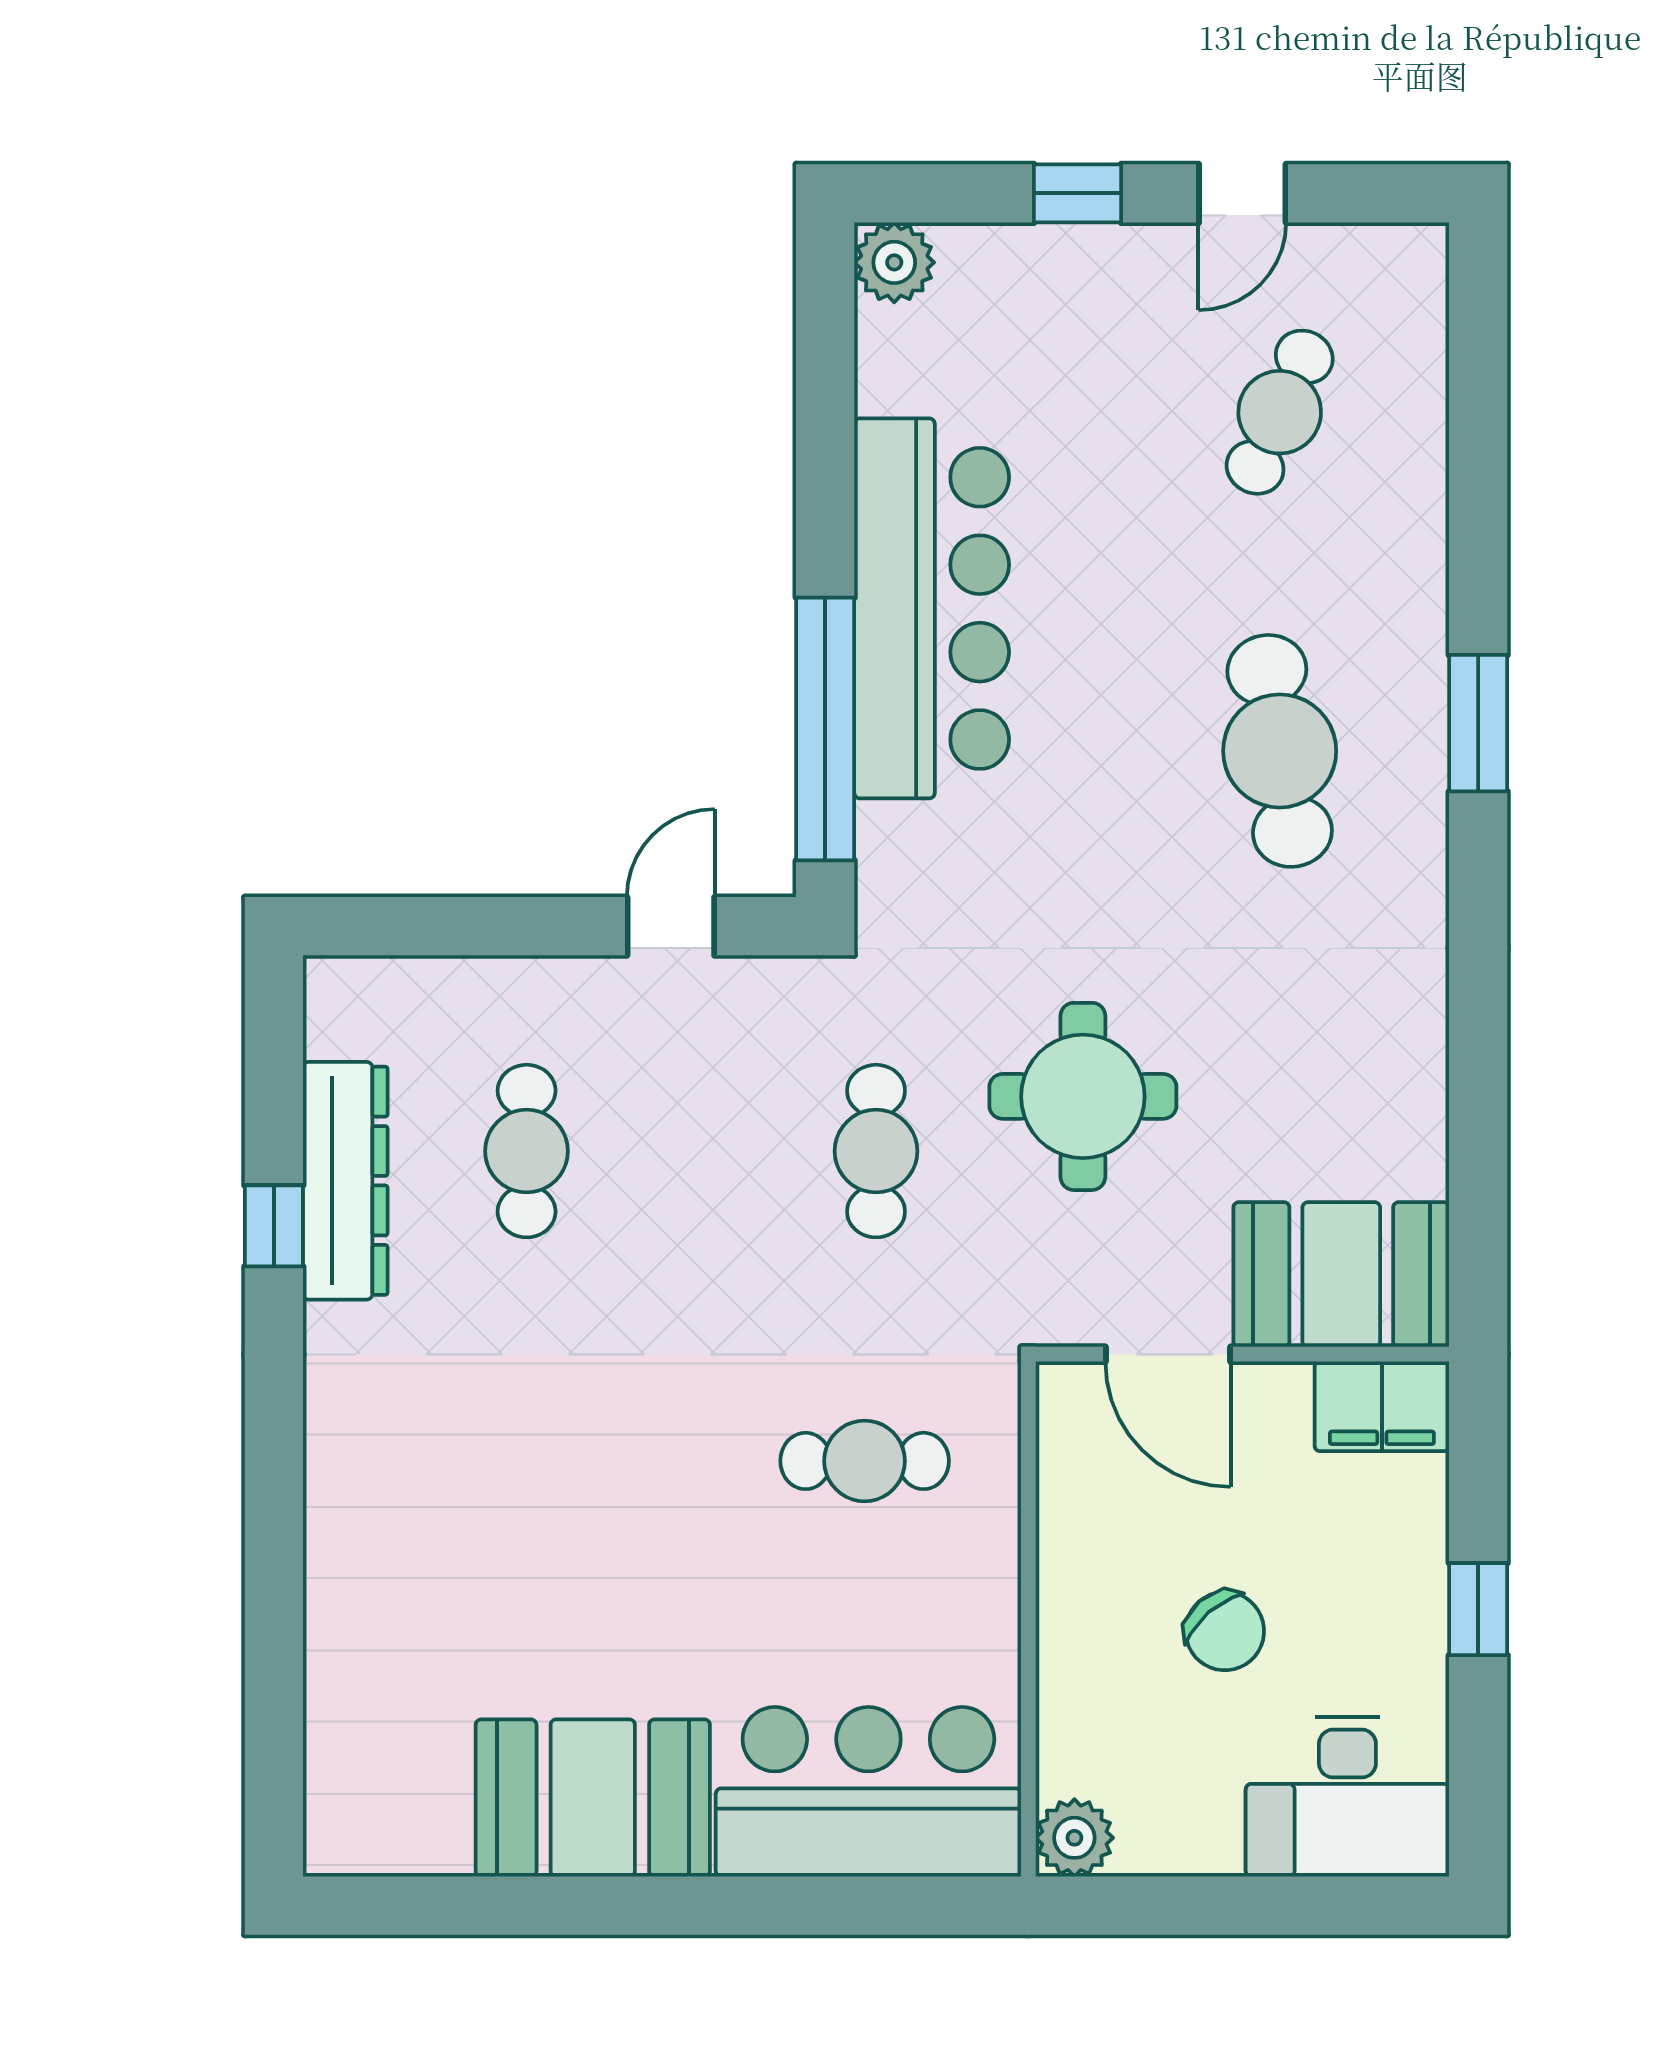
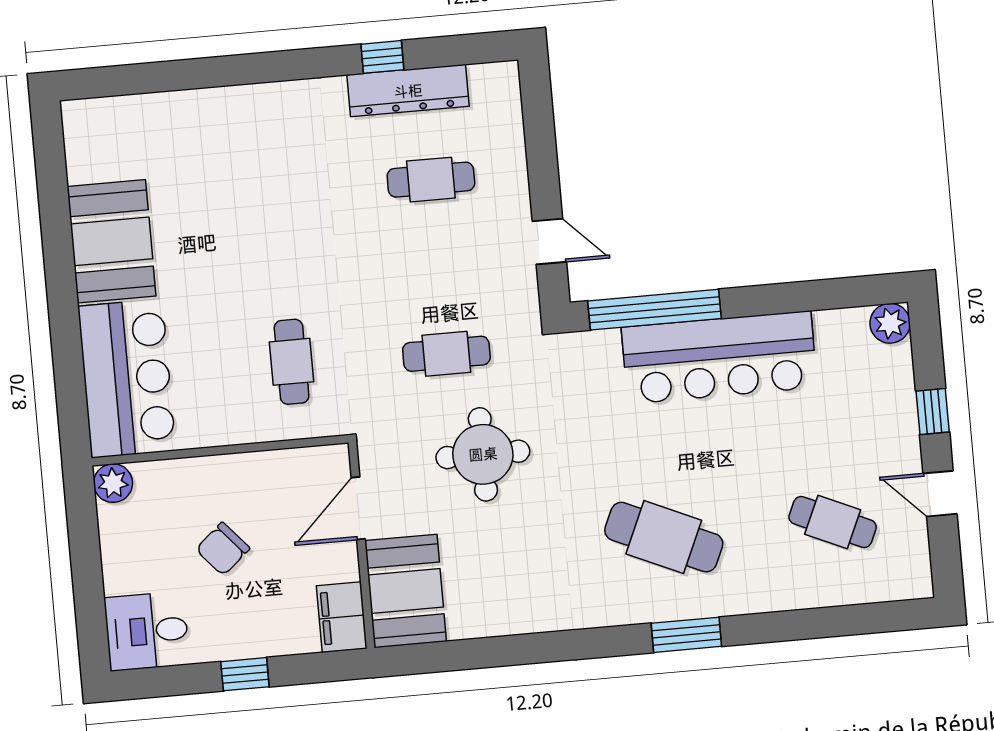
cafe table: (1280, 751) -> (664, 537), turned 33
desk: (1347, 1797) -> (147, 631), width x0.73

